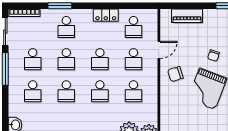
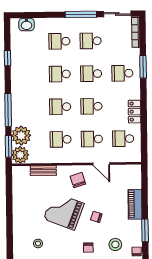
piano: (187, 16) -> (135, 204), moved
bench: (165, 109) -> (43, 171), added

